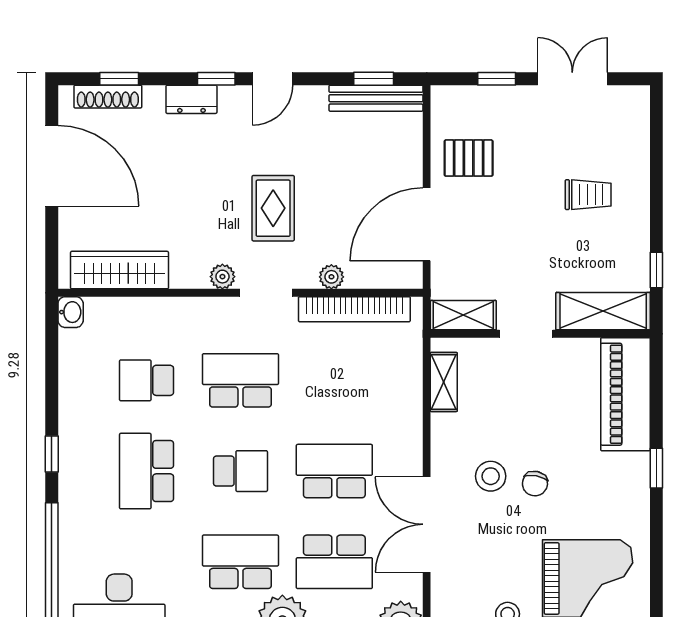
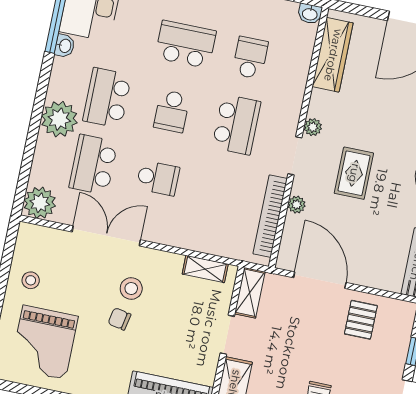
rug: (273, 208) -> (354, 173), turned 90
school desk: (334, 471) -> (158, 178), width x0.54
school desk: (240, 562) -> (107, 98), turned 180

